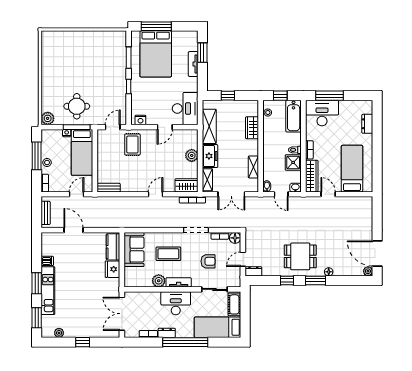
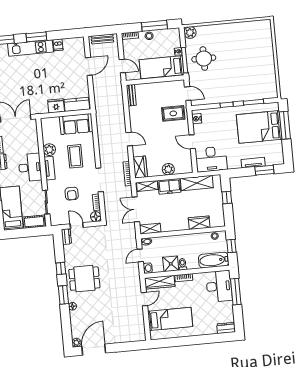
dresser: (367, 124) -> (226, 328), moved
shelving: (253, 167) -> (150, 229), moved
dining table: (300, 256) -> (84, 279), turned 90

